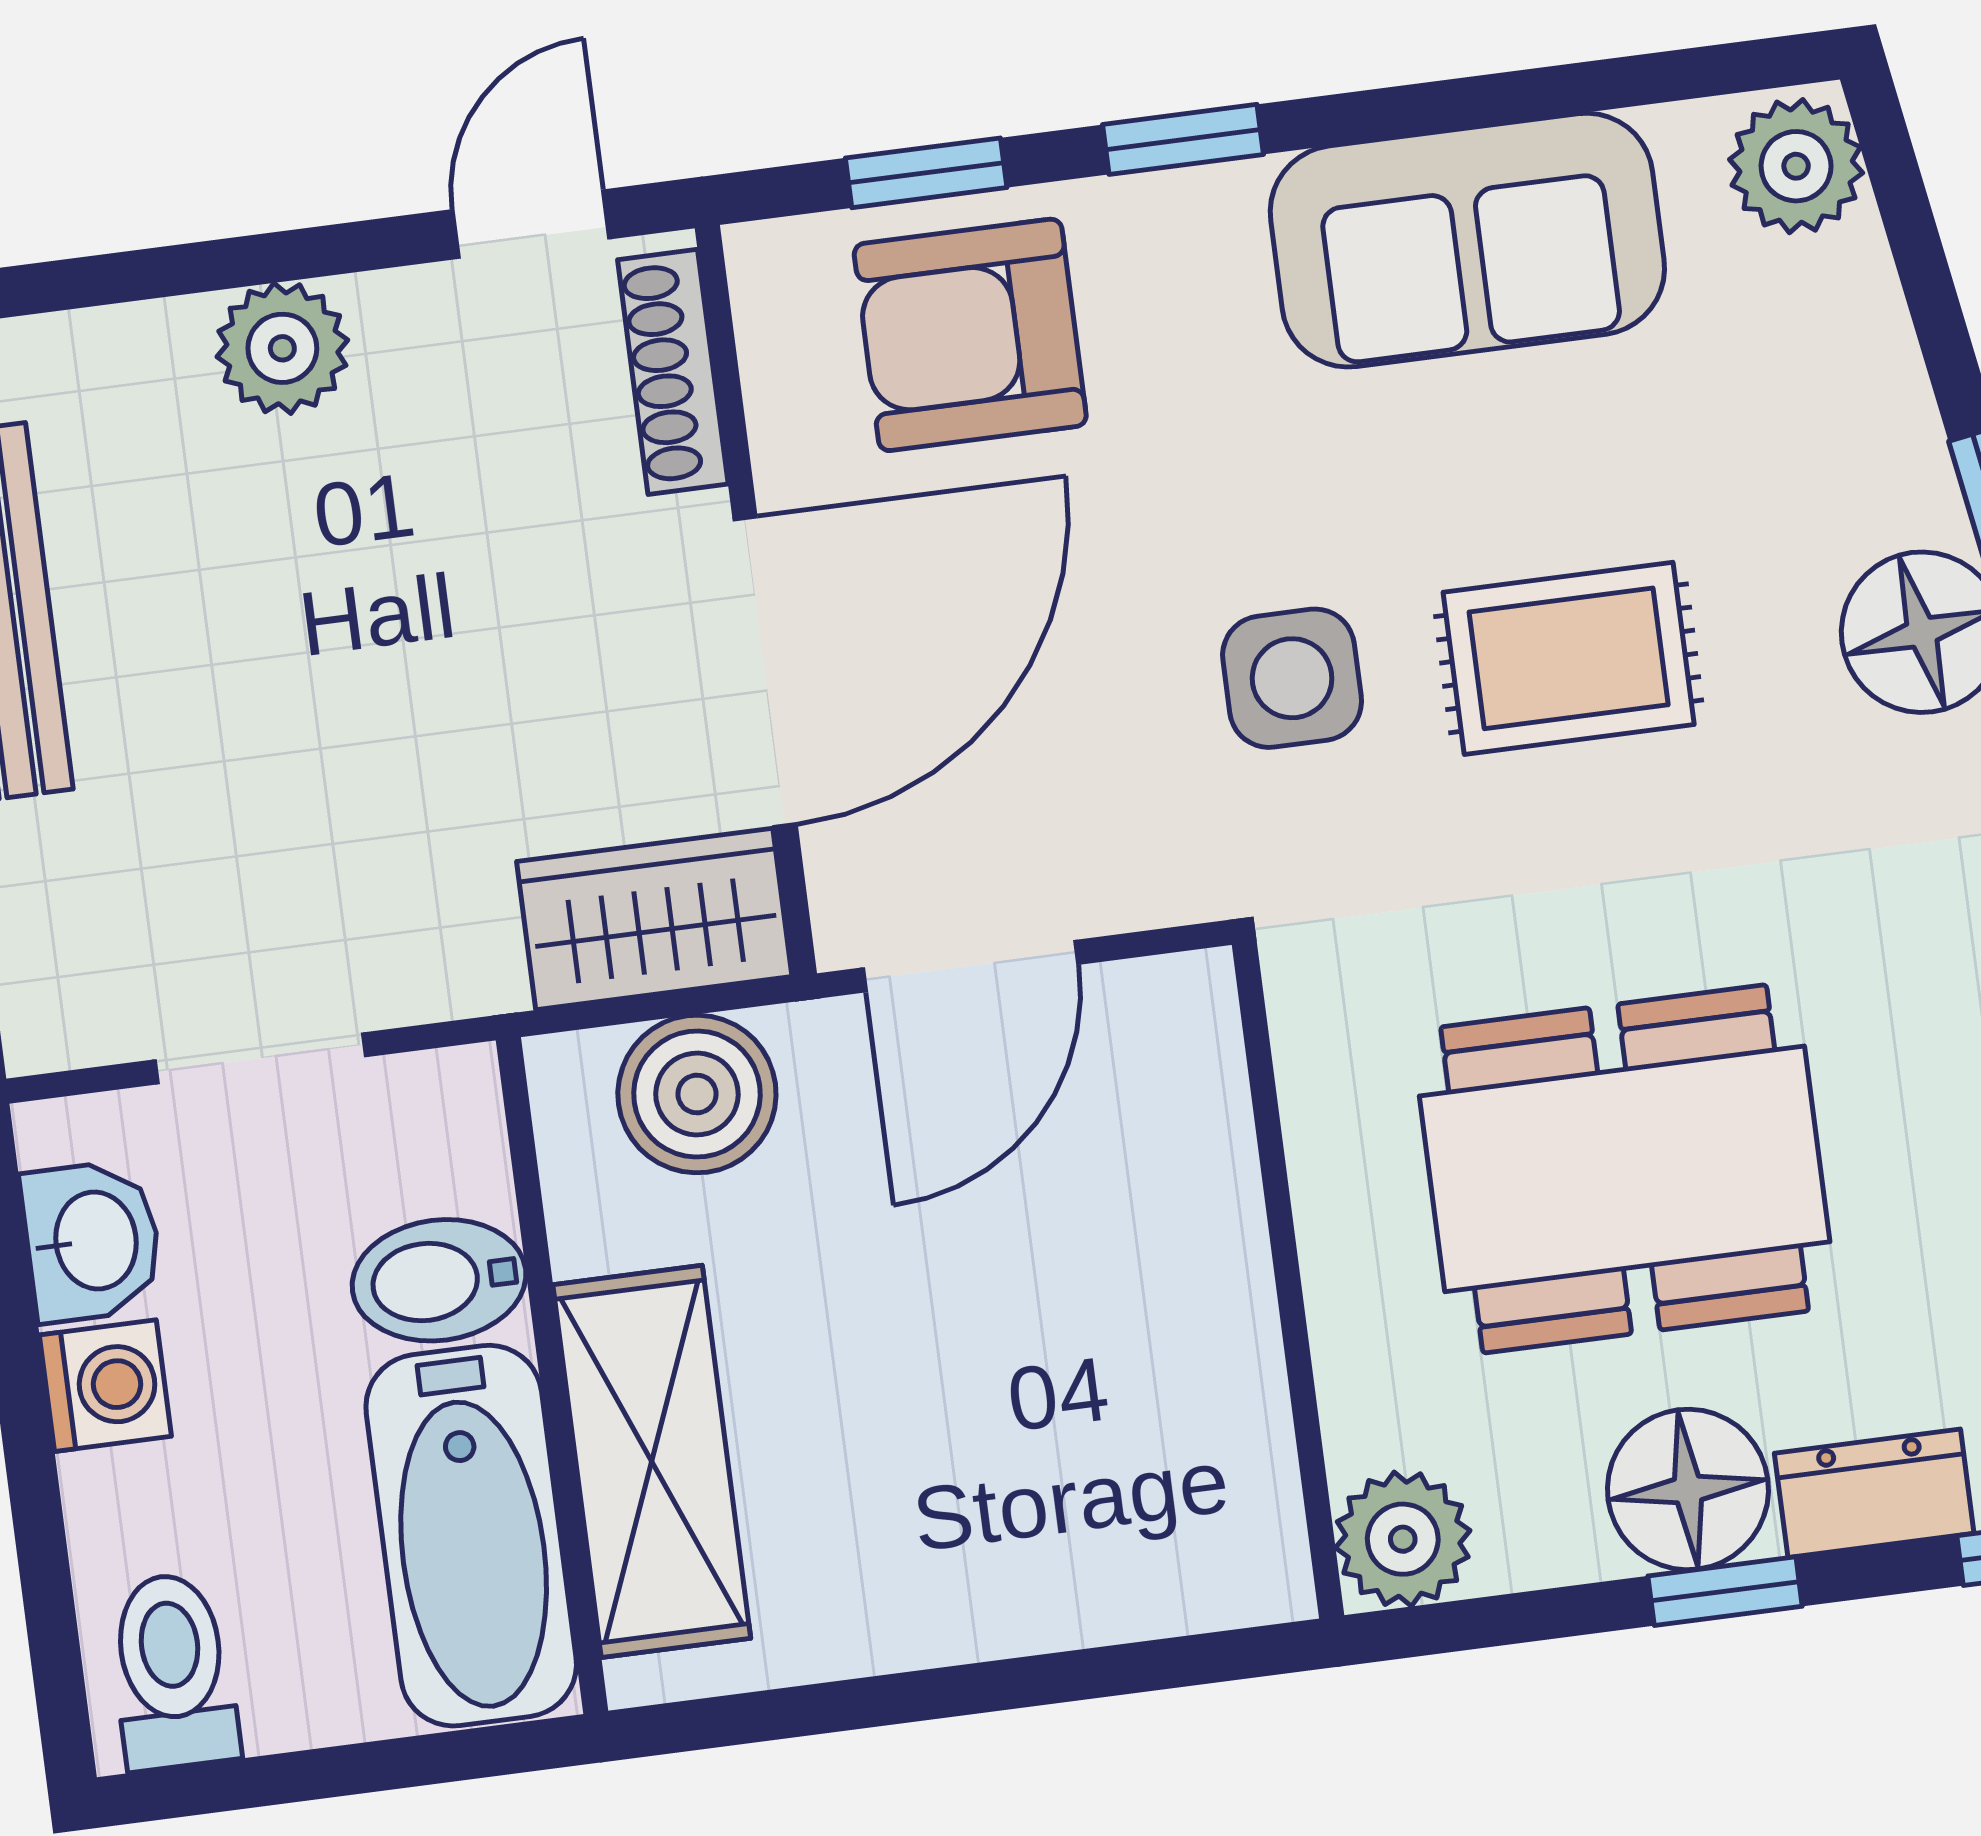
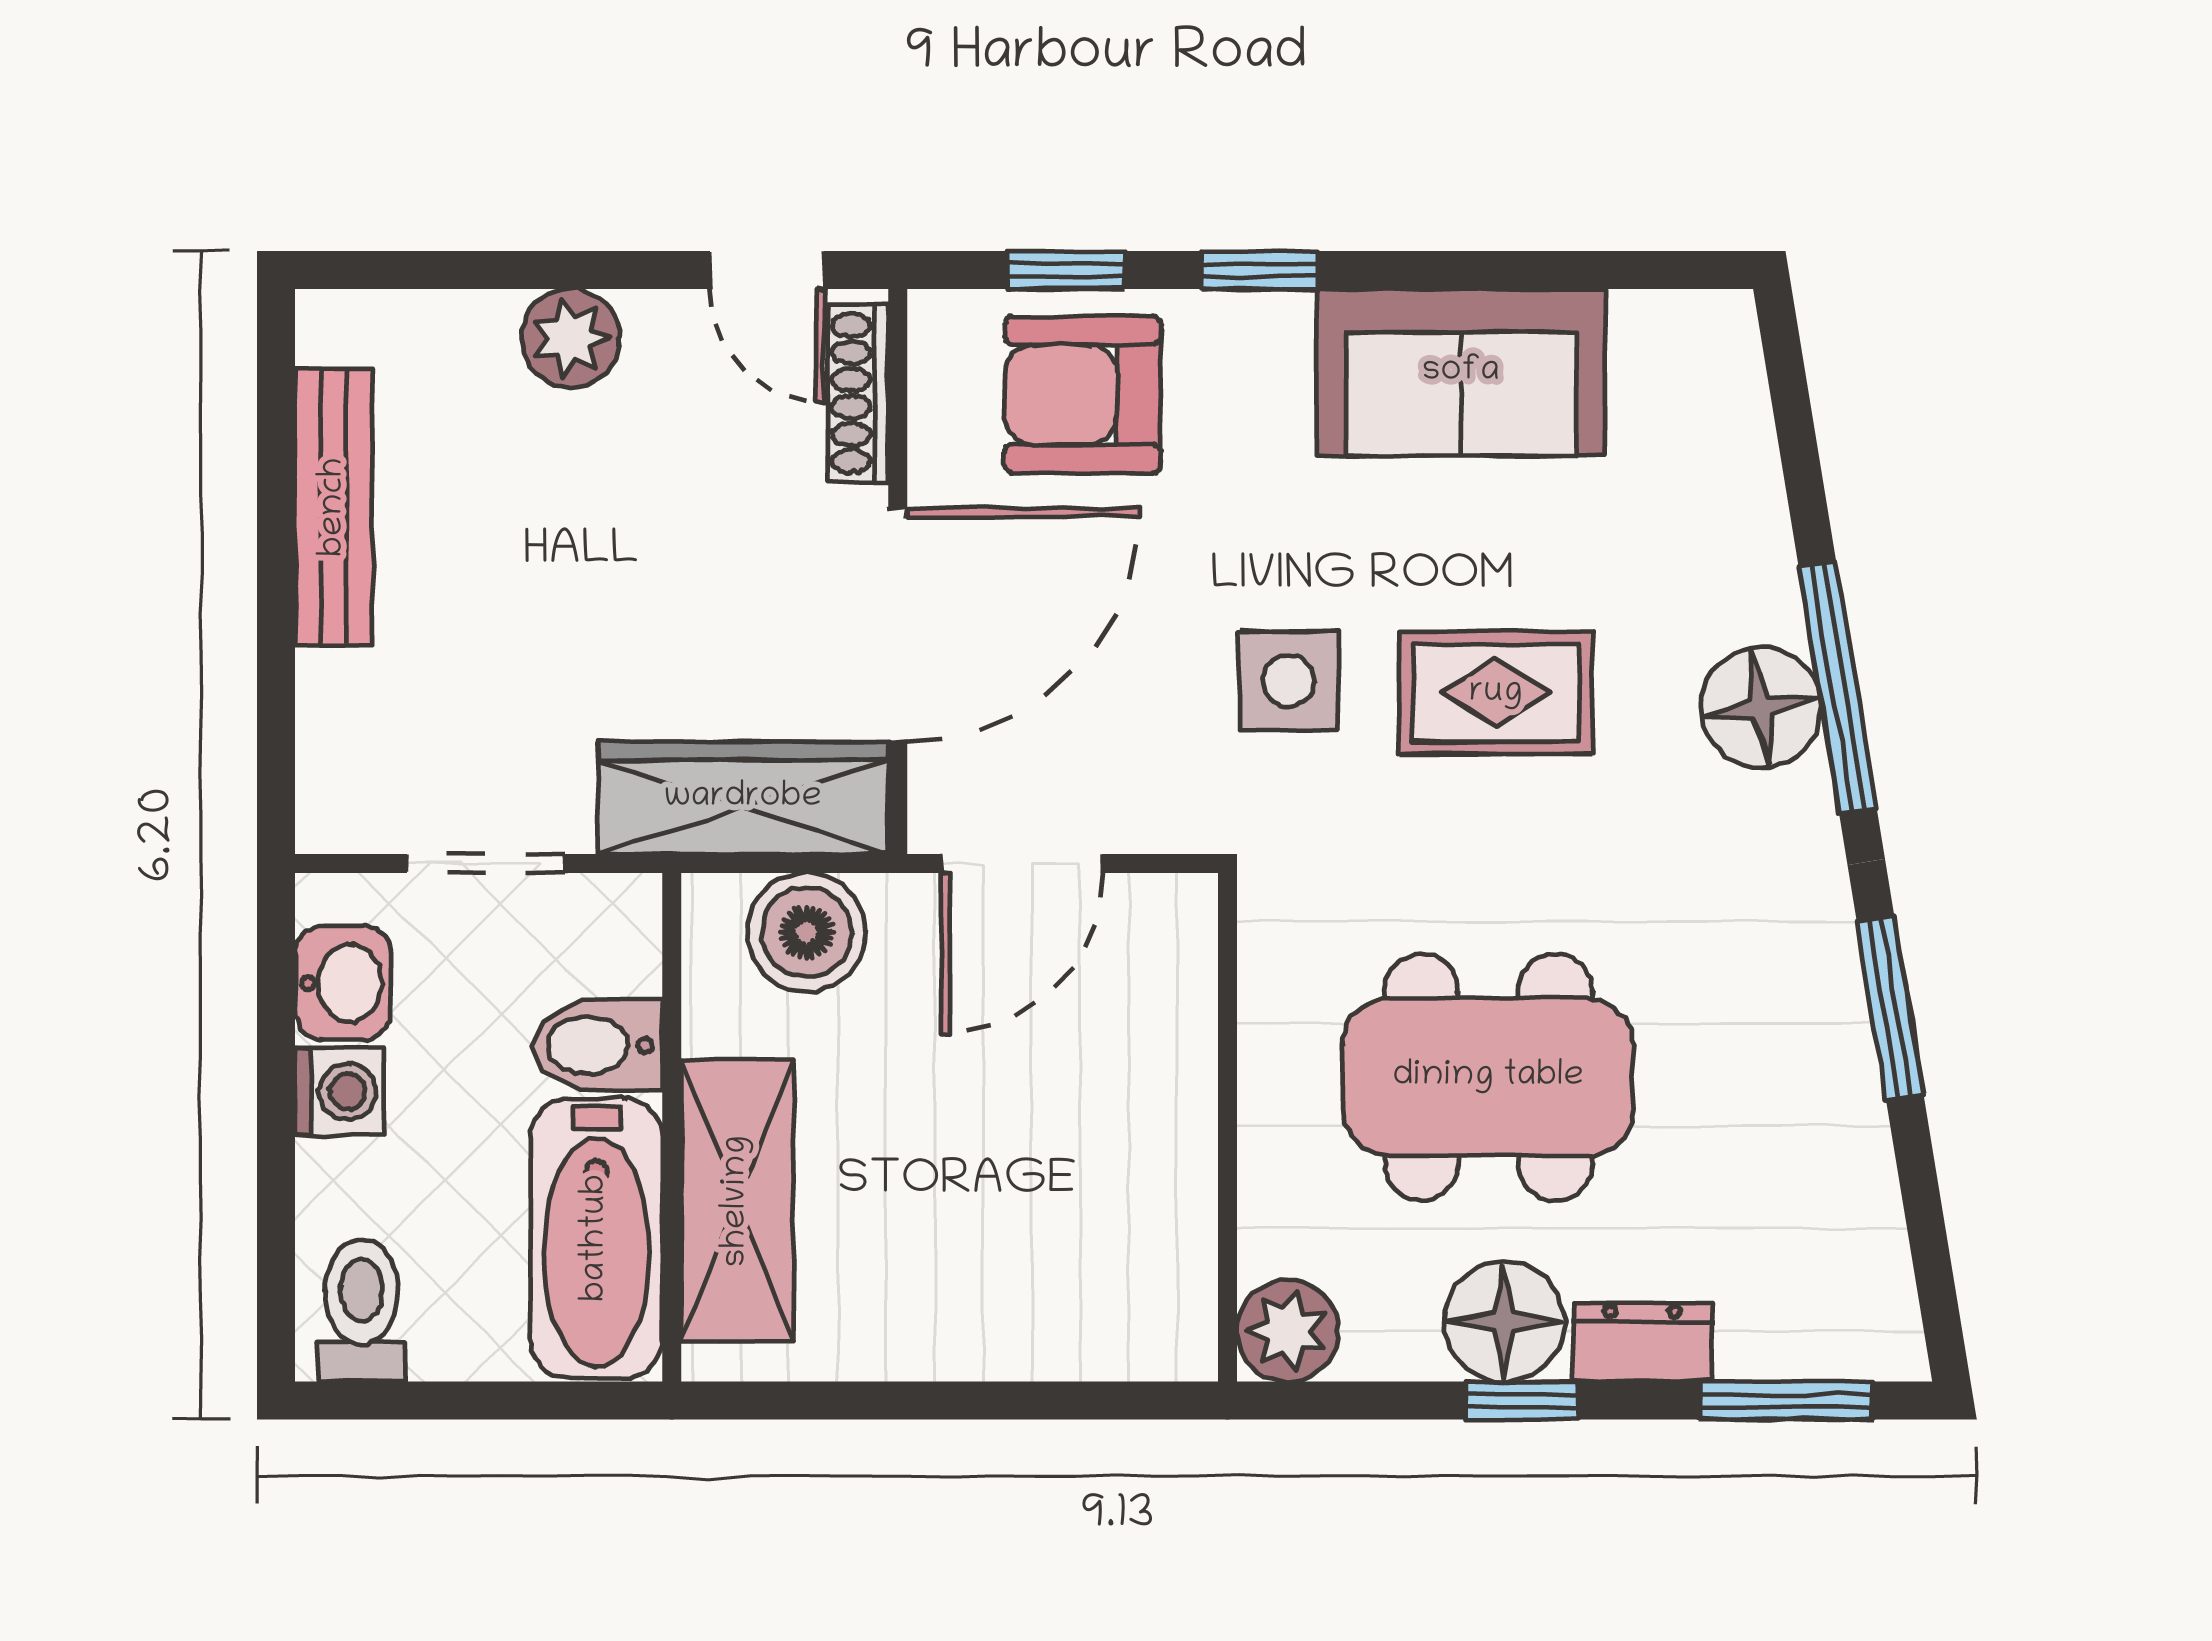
plant: (1796, 166) -> (1712, 349), removed
door: (531, 224) -> (767, 270), swing flipped
wardrobe: (654, 919) -> (743, 798), width x1.50

